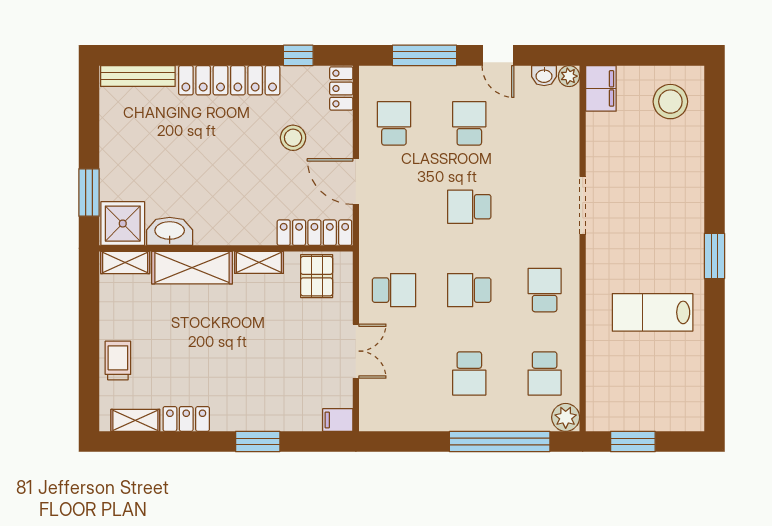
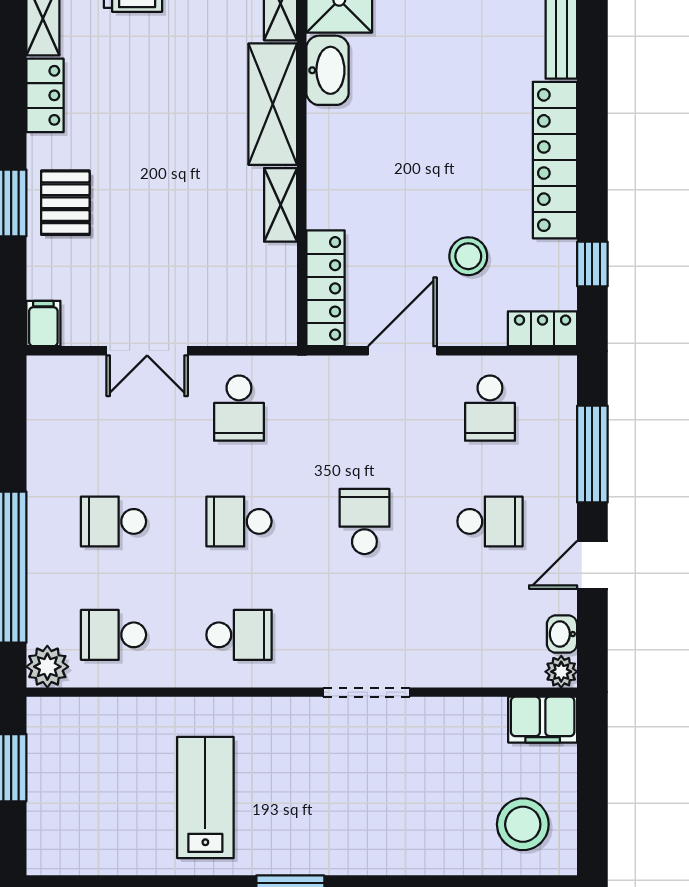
school desk: (394, 123) -> (490, 408), turned 90
pallet: (317, 276) -> (65, 203), moved, turned 90
school desk: (469, 290) -> (239, 521), turned -90

